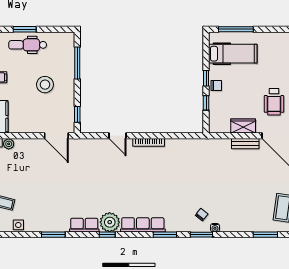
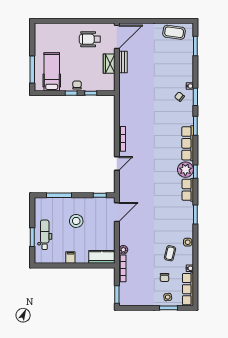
dental chair: (28, 45) -> (45, 235), turned 180
wheelchair: (274, 102) -> (90, 39), turned 180

